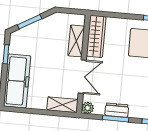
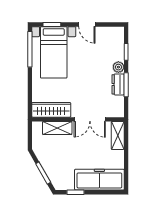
double door: (82, 77) -> (90, 119), swing flipped
plant: (88, 108) -> (118, 67), moved

